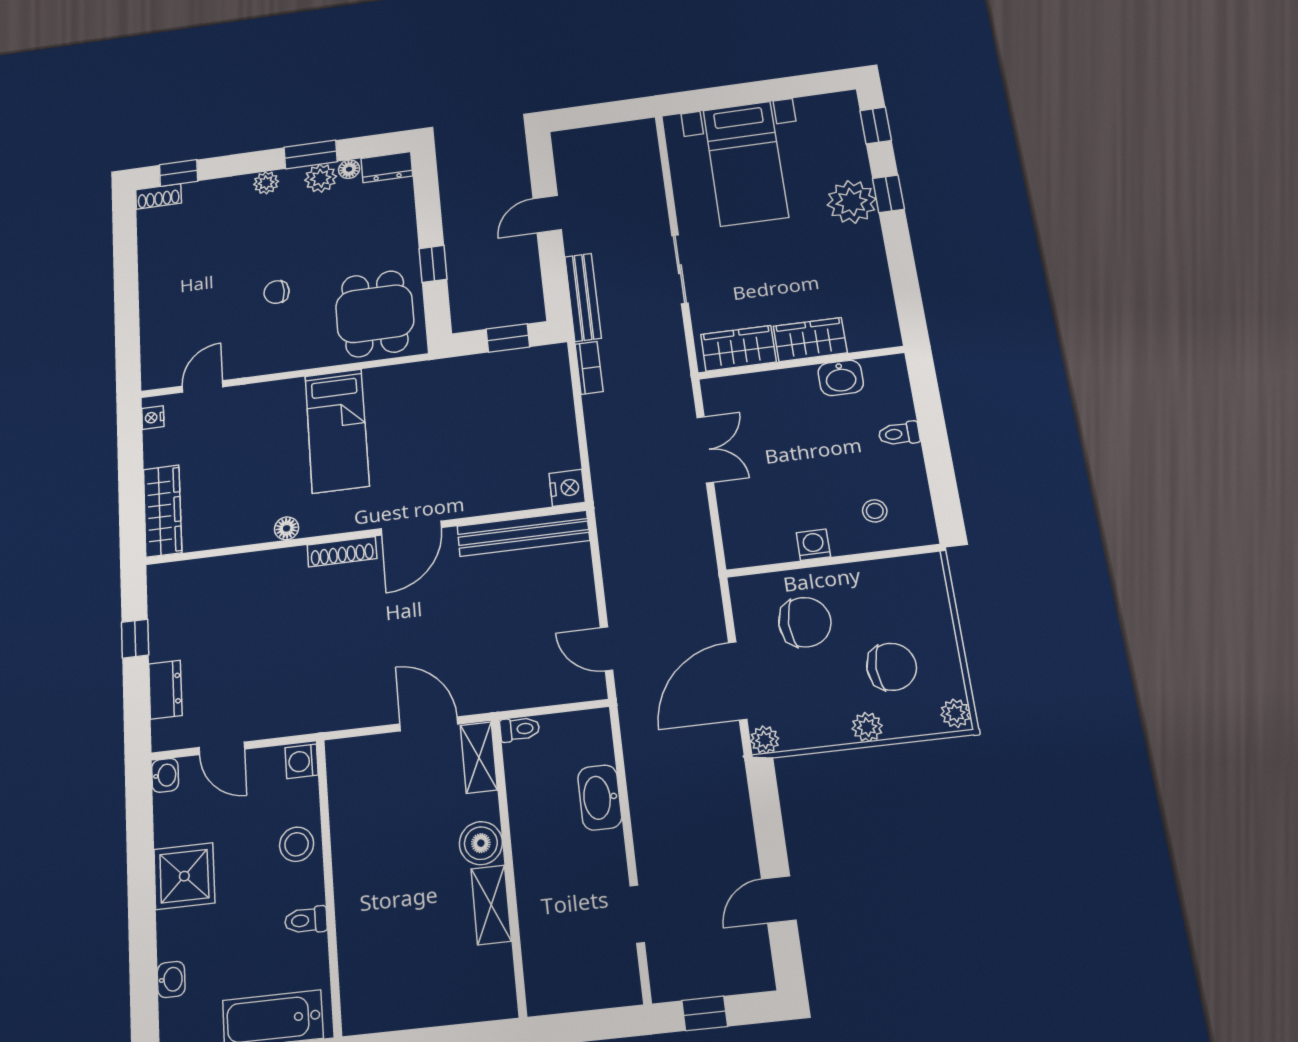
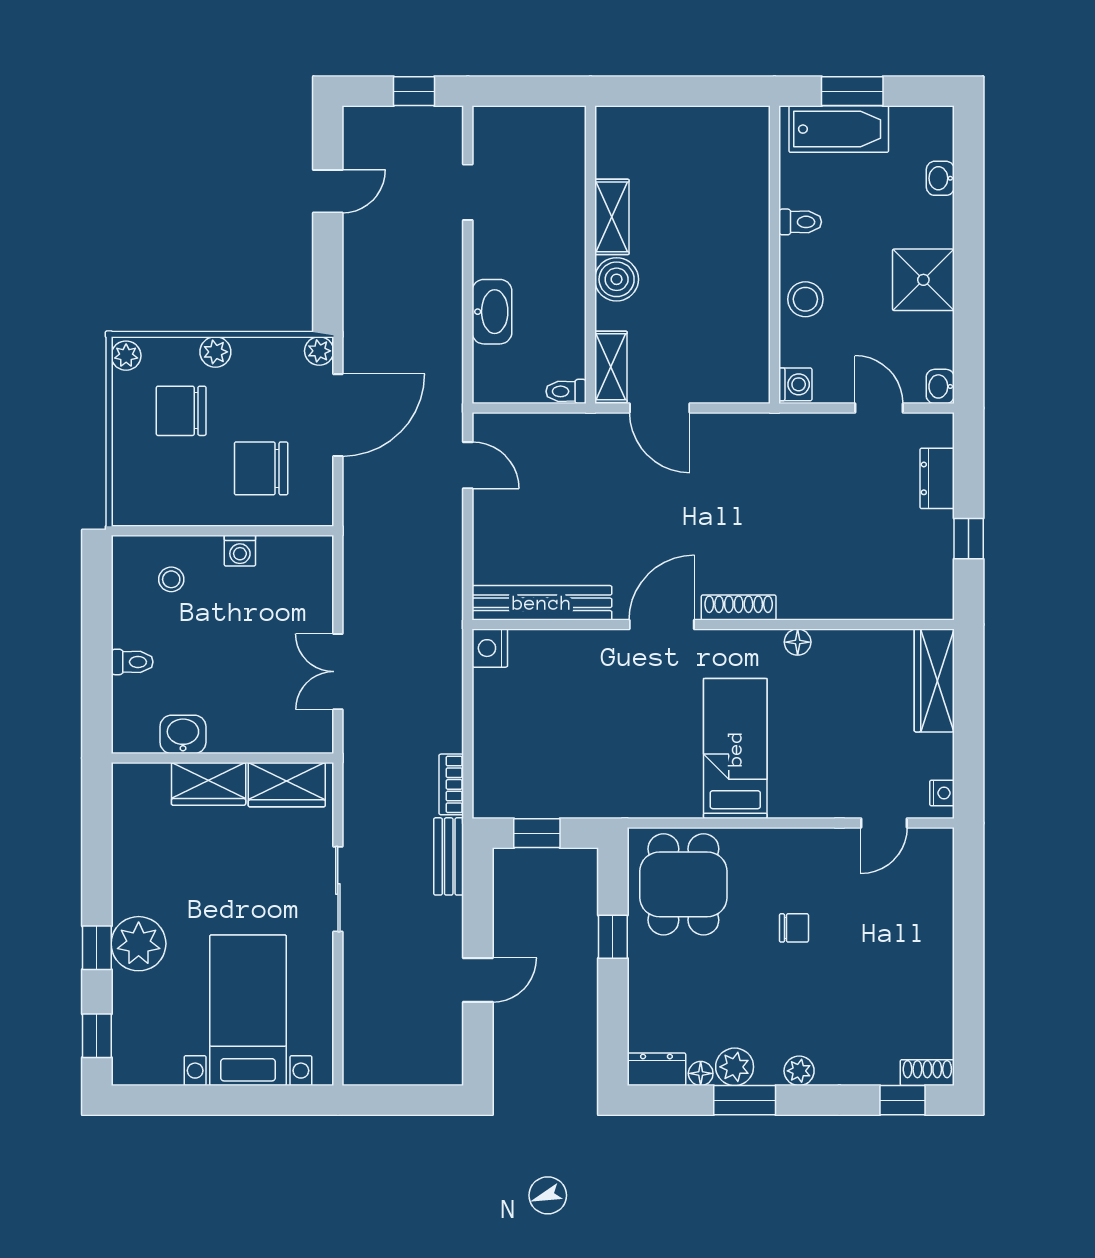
bench: (583, 297) -> (449, 856), width x0.73

